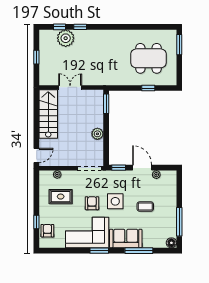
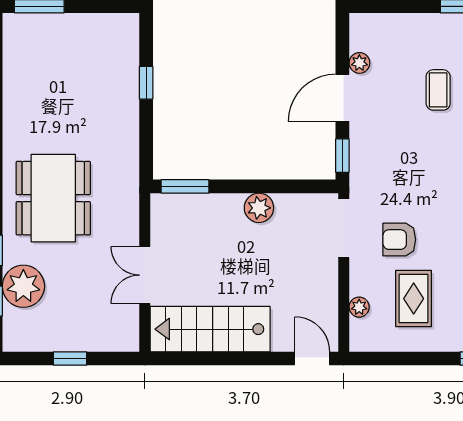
dining table: (148, 58) -> (53, 198), moved
side table: (115, 201) -> (425, 164), removed
armchair: (92, 203) -> (399, 240), moved

